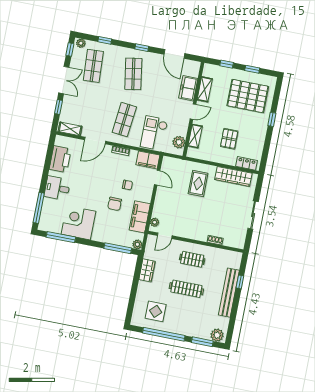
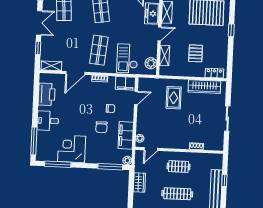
door: (157, 178) -> (136, 98), hinge flipped

